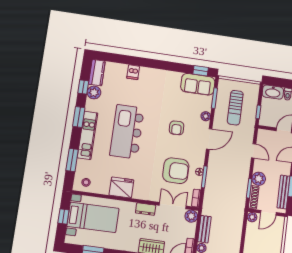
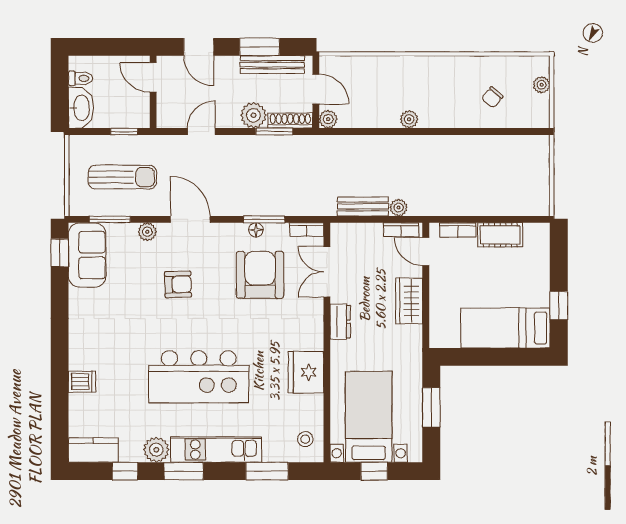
plant: (94, 92) -> (156, 450), moved
plant: (191, 216) -> (342, 234), removed

